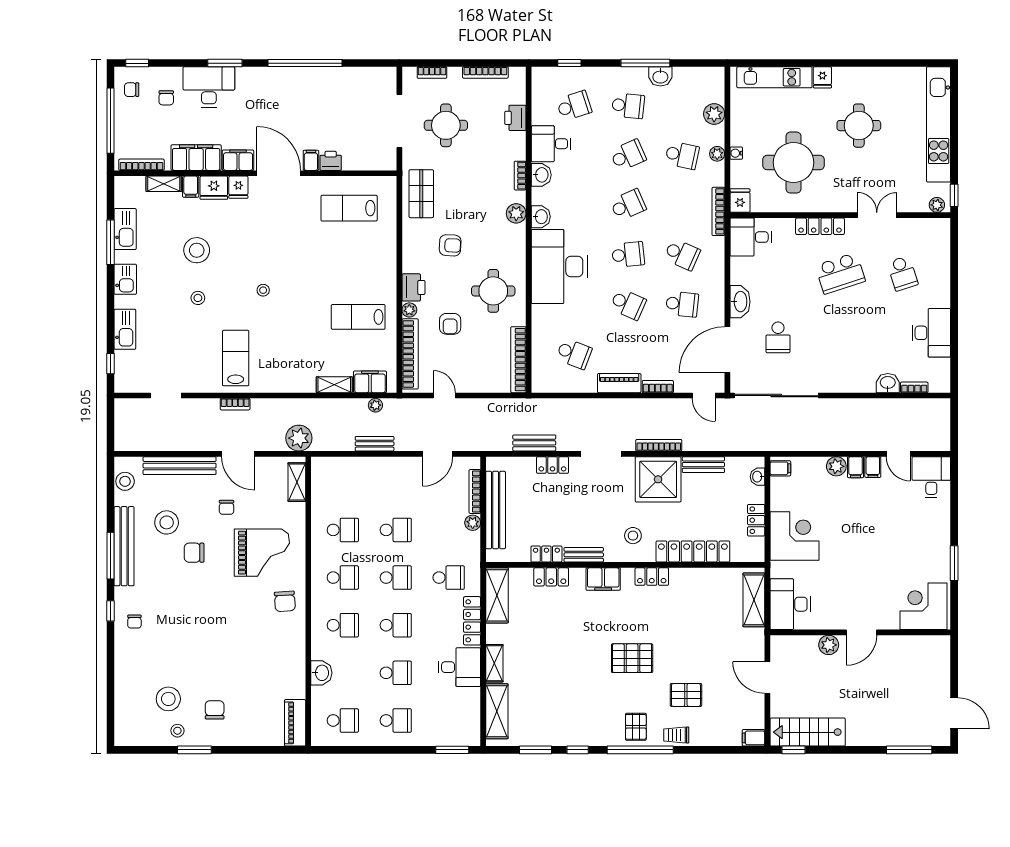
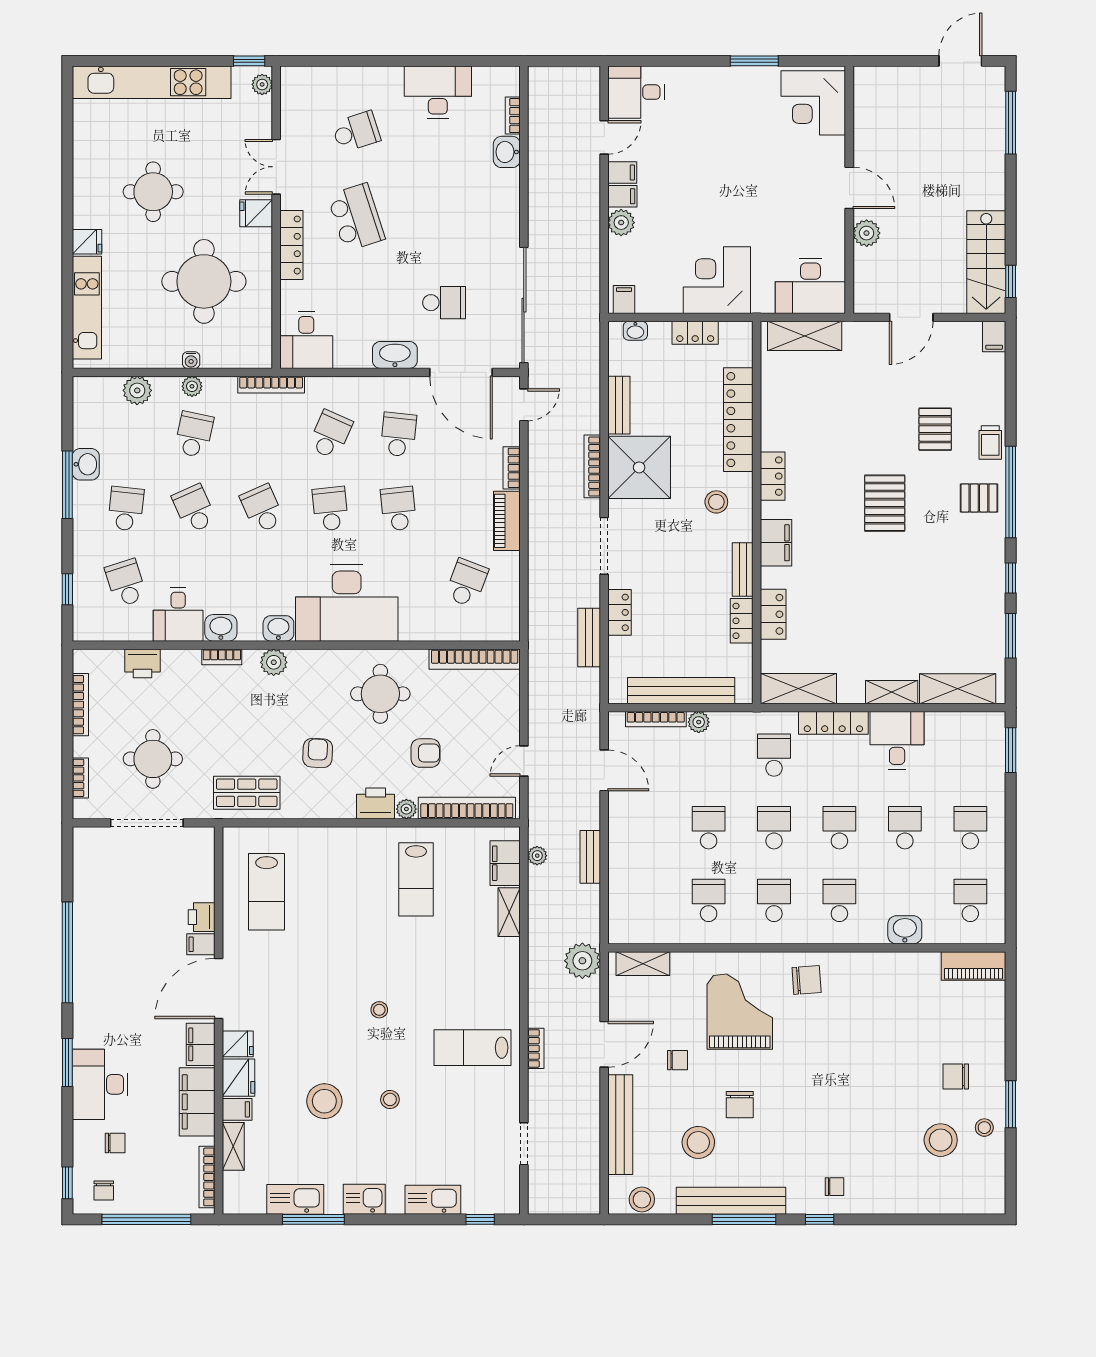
fridge: (740, 201) -> (256, 213), moved
school desk: (628, 304) -> (398, 509), turned -30

